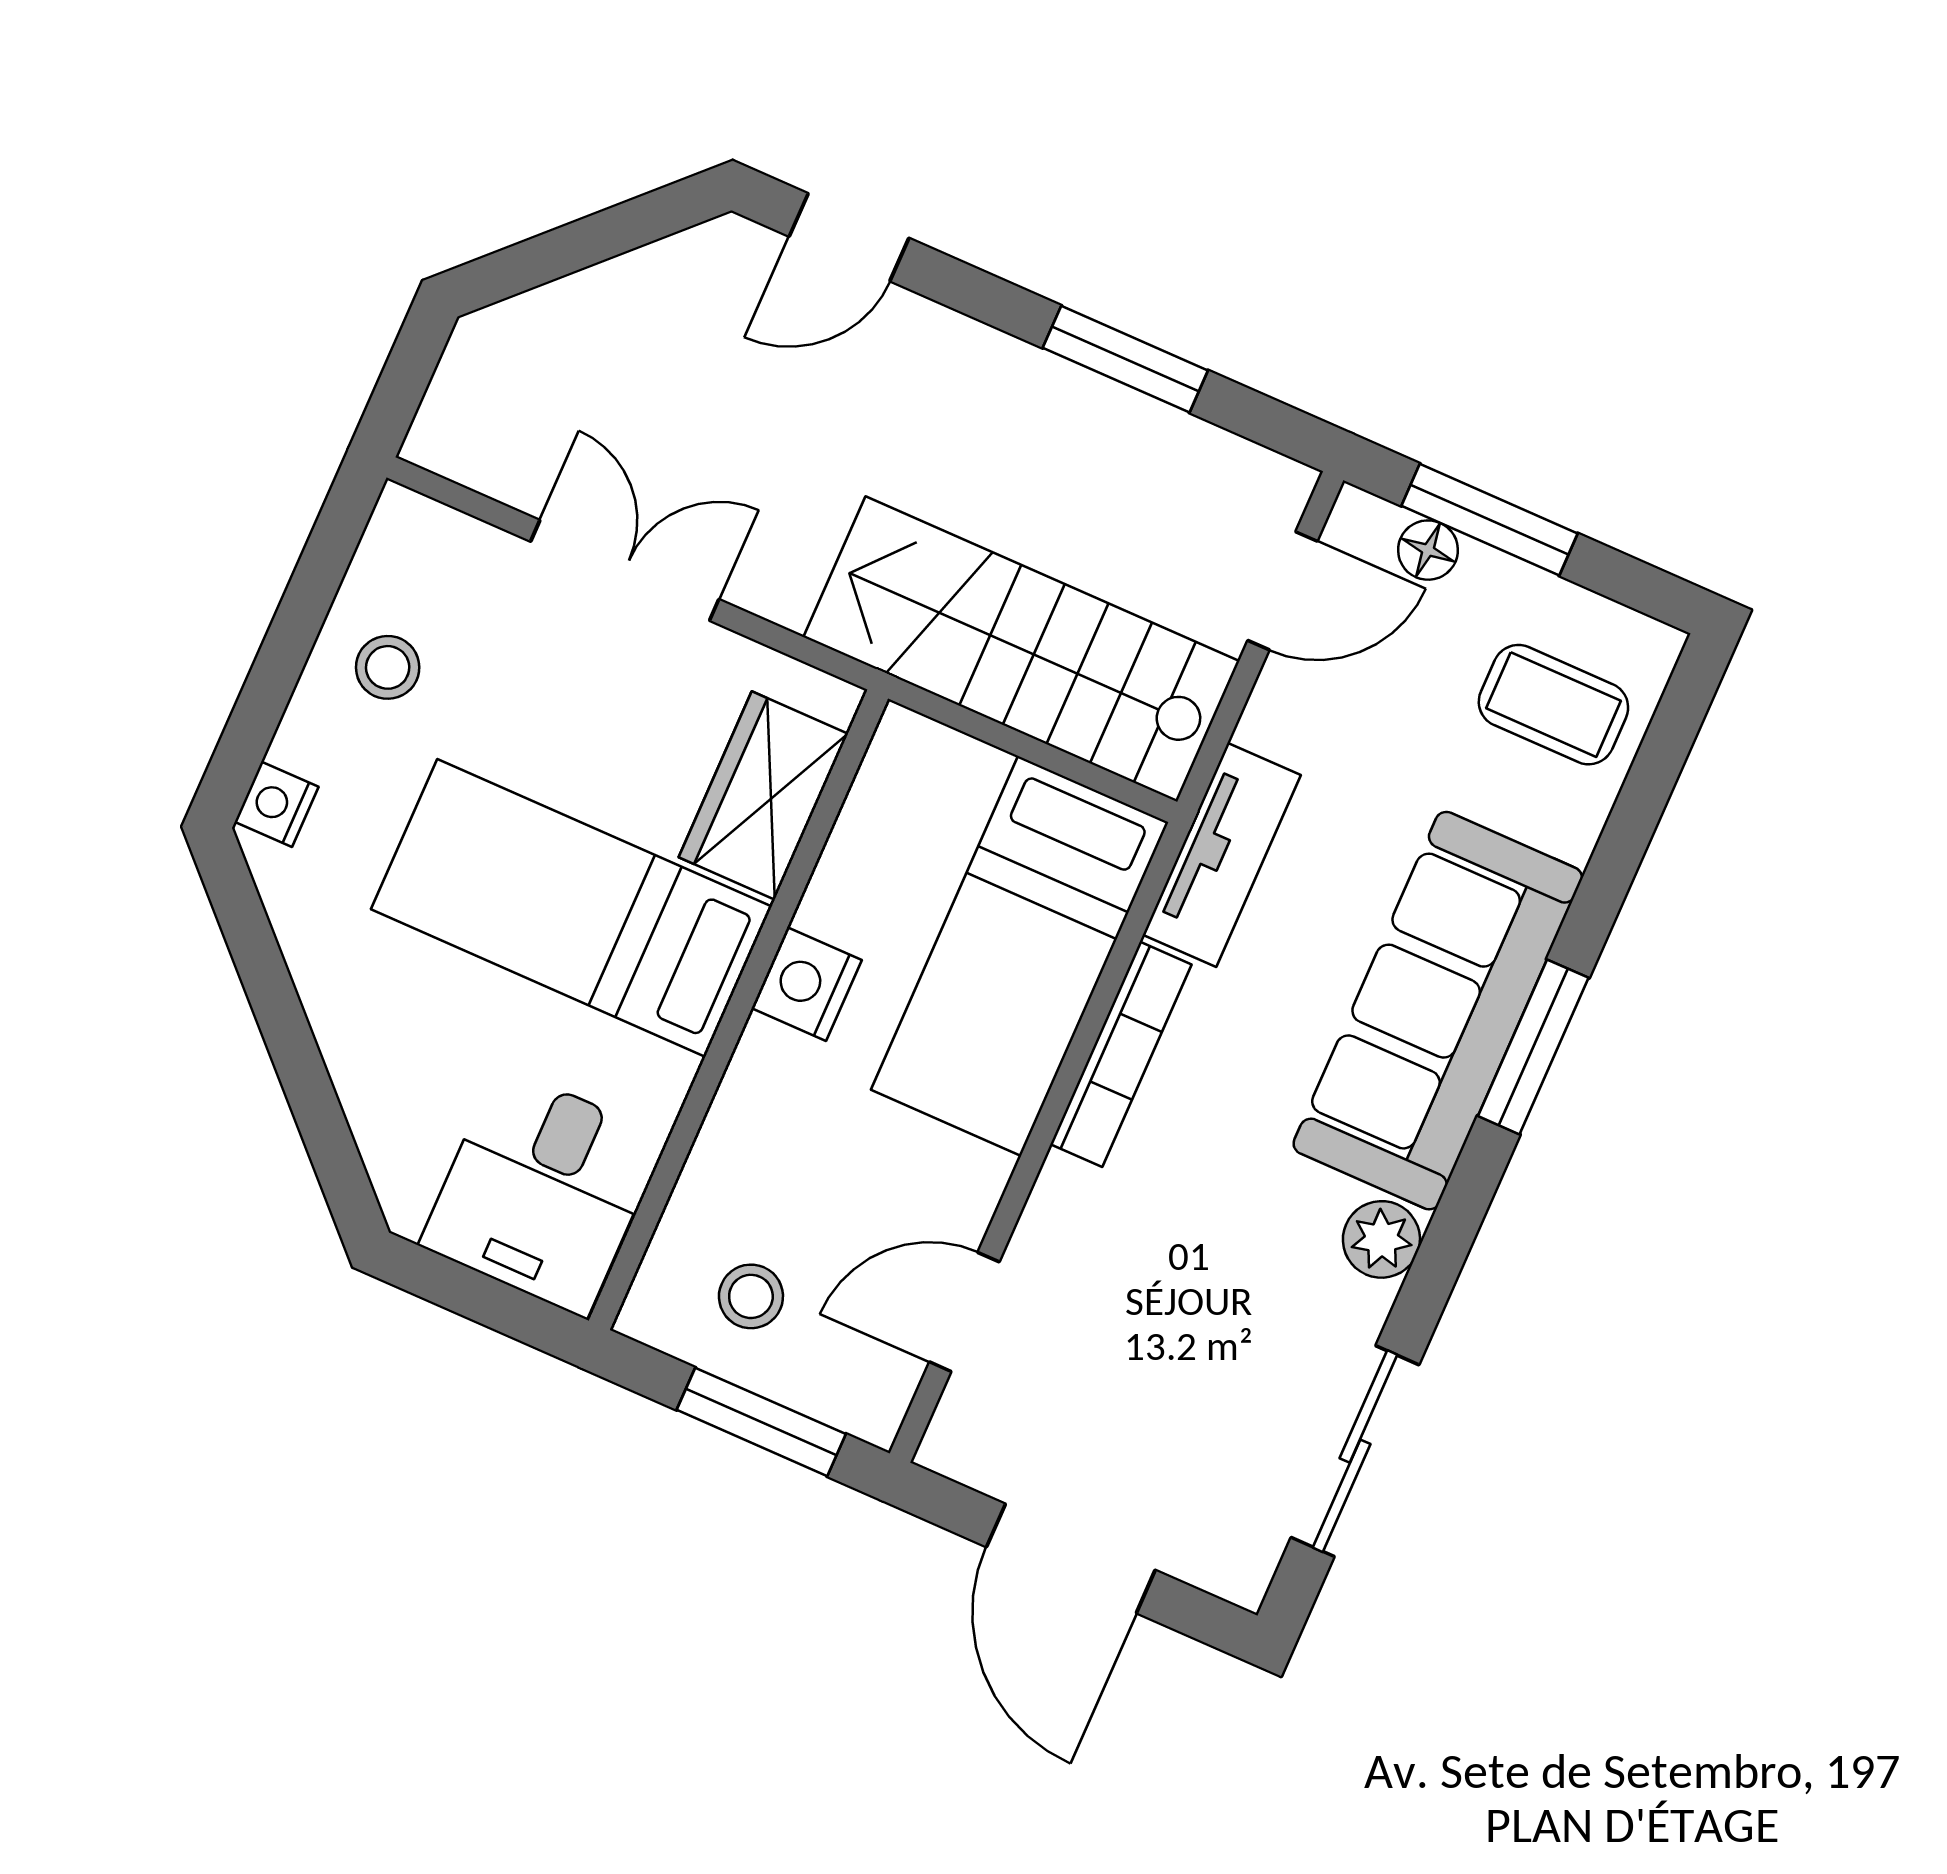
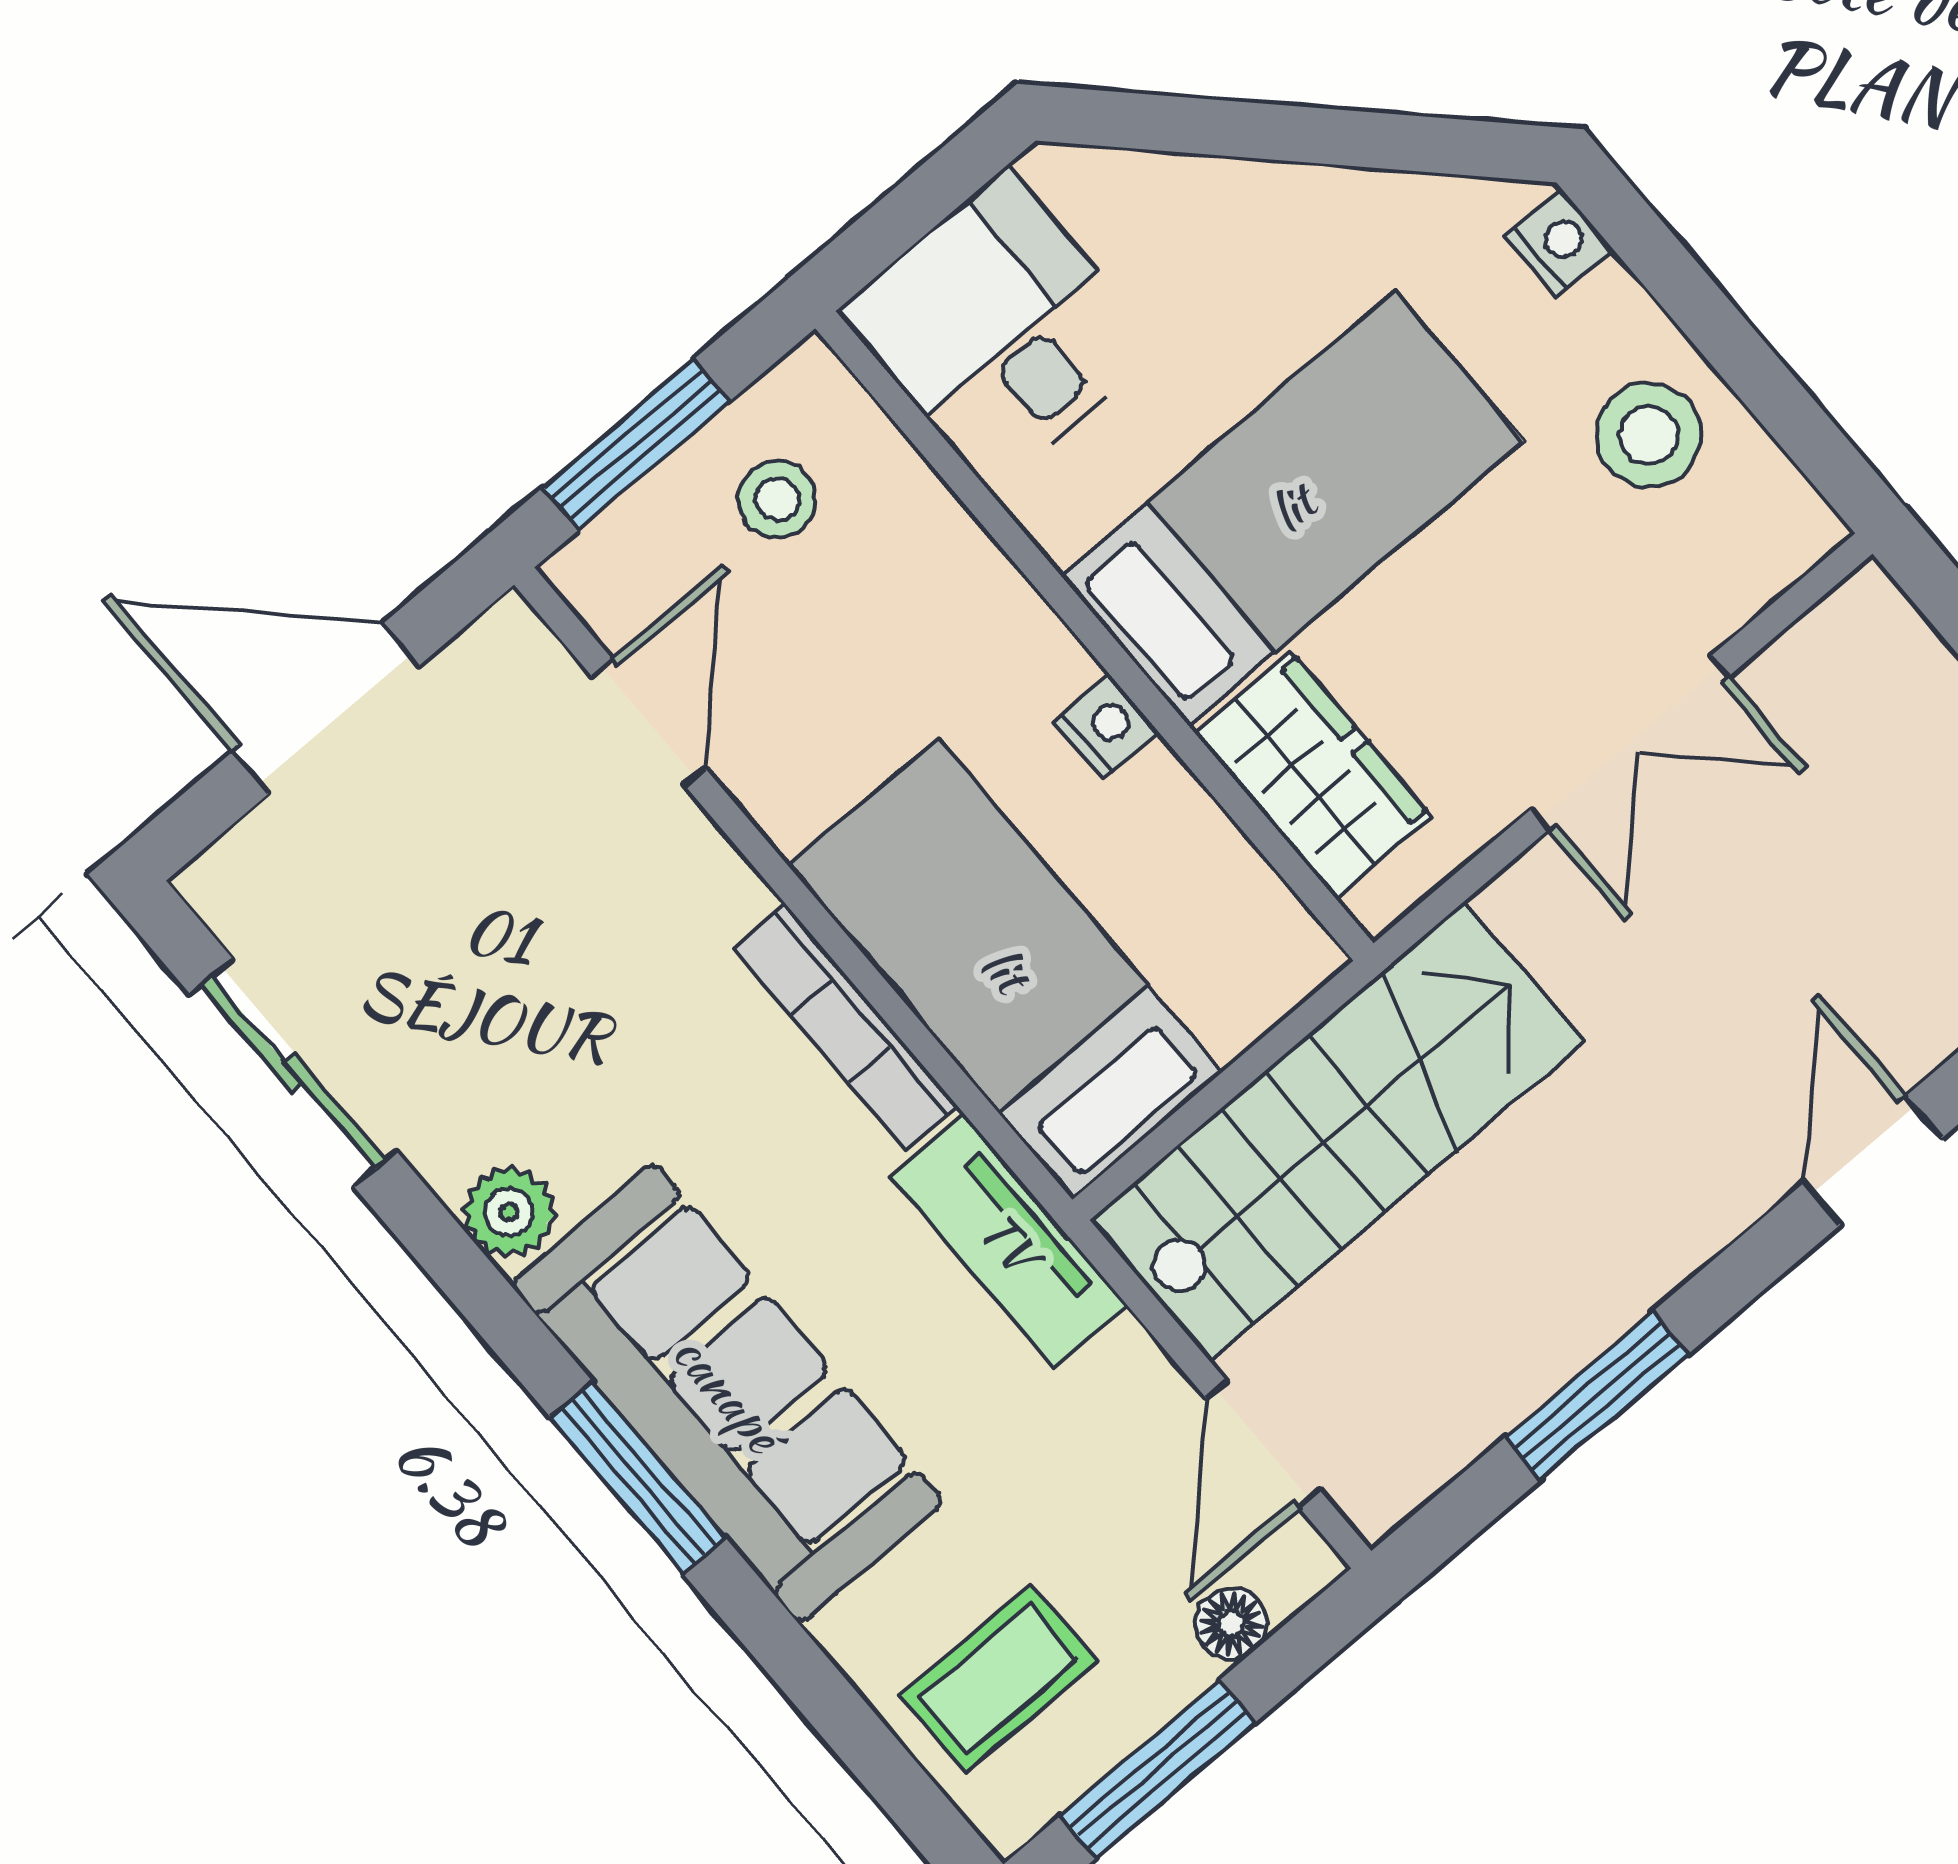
window: (1489, 520) -> (1158, 1769), moved
stool: (388, 667) -> (1649, 435), width x1.37, depth x1.37
nightstand: (806, 984) -> (1106, 726), width x0.72, depth x0.74

